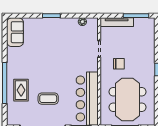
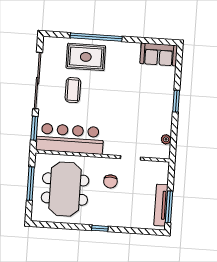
tv unit: (117, 22) -> (161, 205), moved
rug: (21, 90) -> (86, 57), width x1.36, depth x1.43
meeting table: (127, 99) -> (65, 189), turned 90

